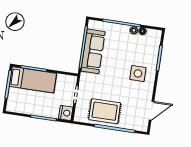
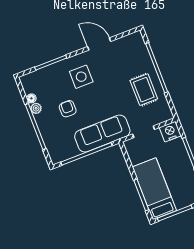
sofa: (93, 51) -> (102, 134), moved
armchair: (121, 52) -> (68, 109), added
rug: (105, 111) -> (144, 90), width x0.73, depth x0.70
door: (151, 111) -> (99, 44), moved

